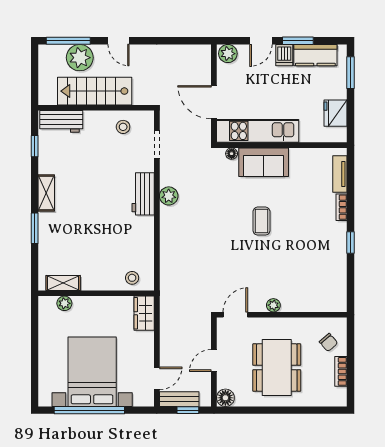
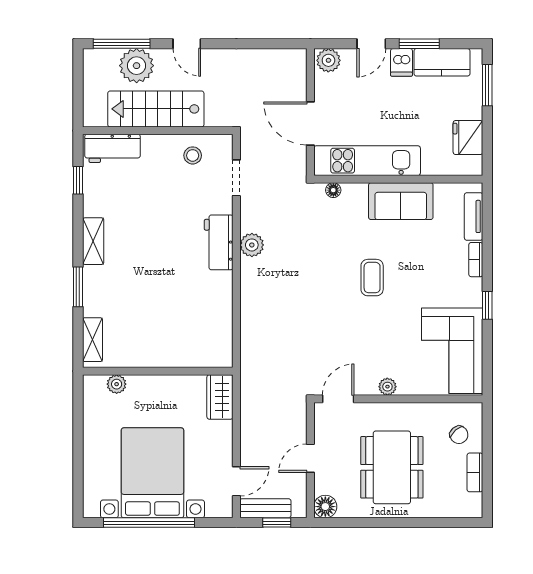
sofa: (264, 162) -> (401, 201), moved
corner sofa: (323, 277) -> (452, 351), added
stool: (132, 278) -> (204, 351), removed
shelving: (63, 283) -> (92, 340), moved, turned 90

